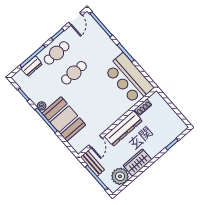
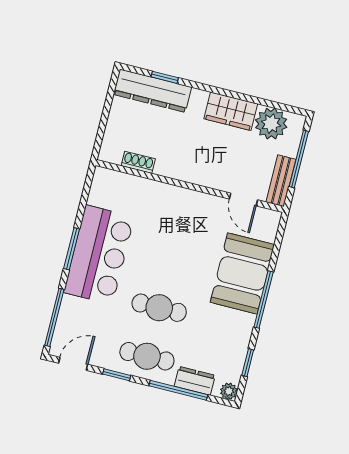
bar counter: (129, 79) -> (99, 255), moved
plant: (42, 106) -> (229, 391), moved
dresser: (123, 128) -> (152, 91), moved, turned 180
door: (95, 142) -> (243, 199), swing flipped

